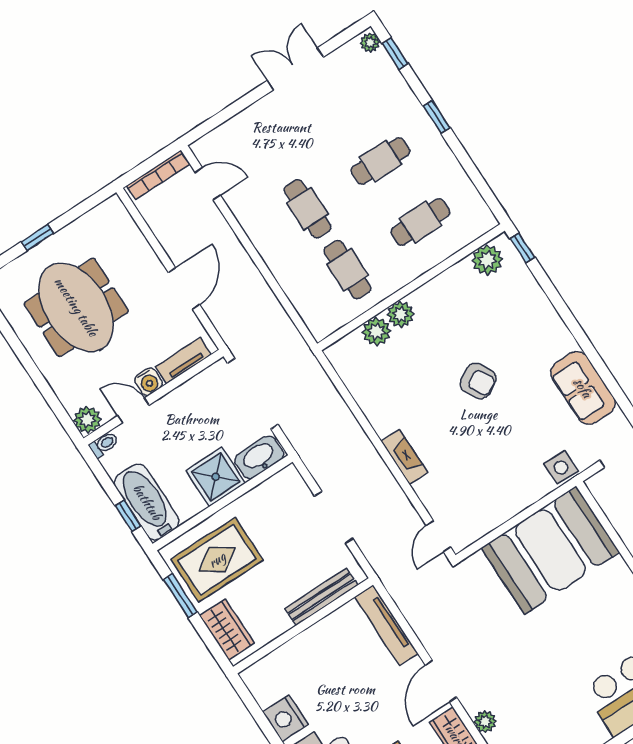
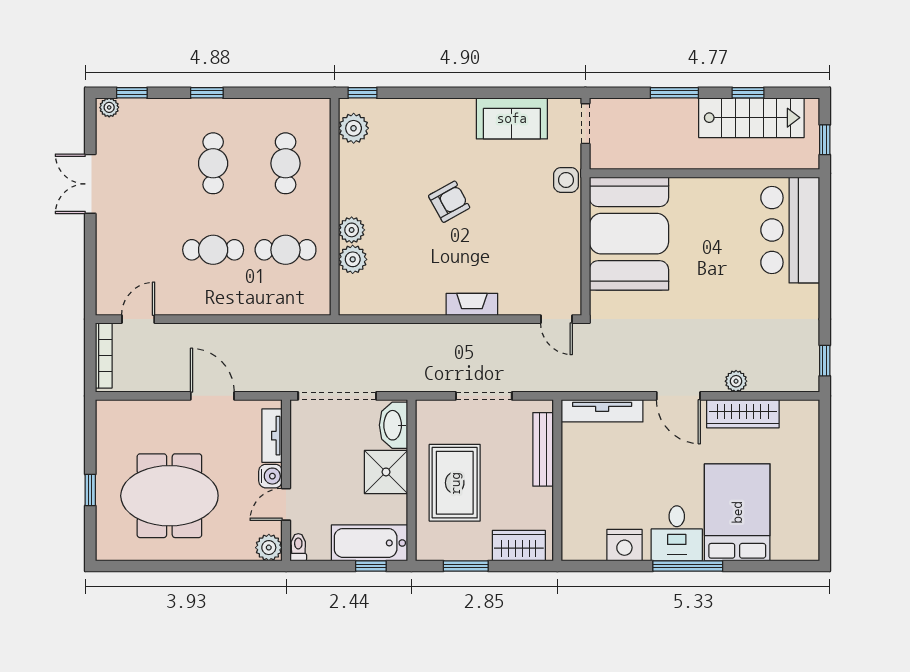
rug: (217, 560) -> (455, 483), moved

